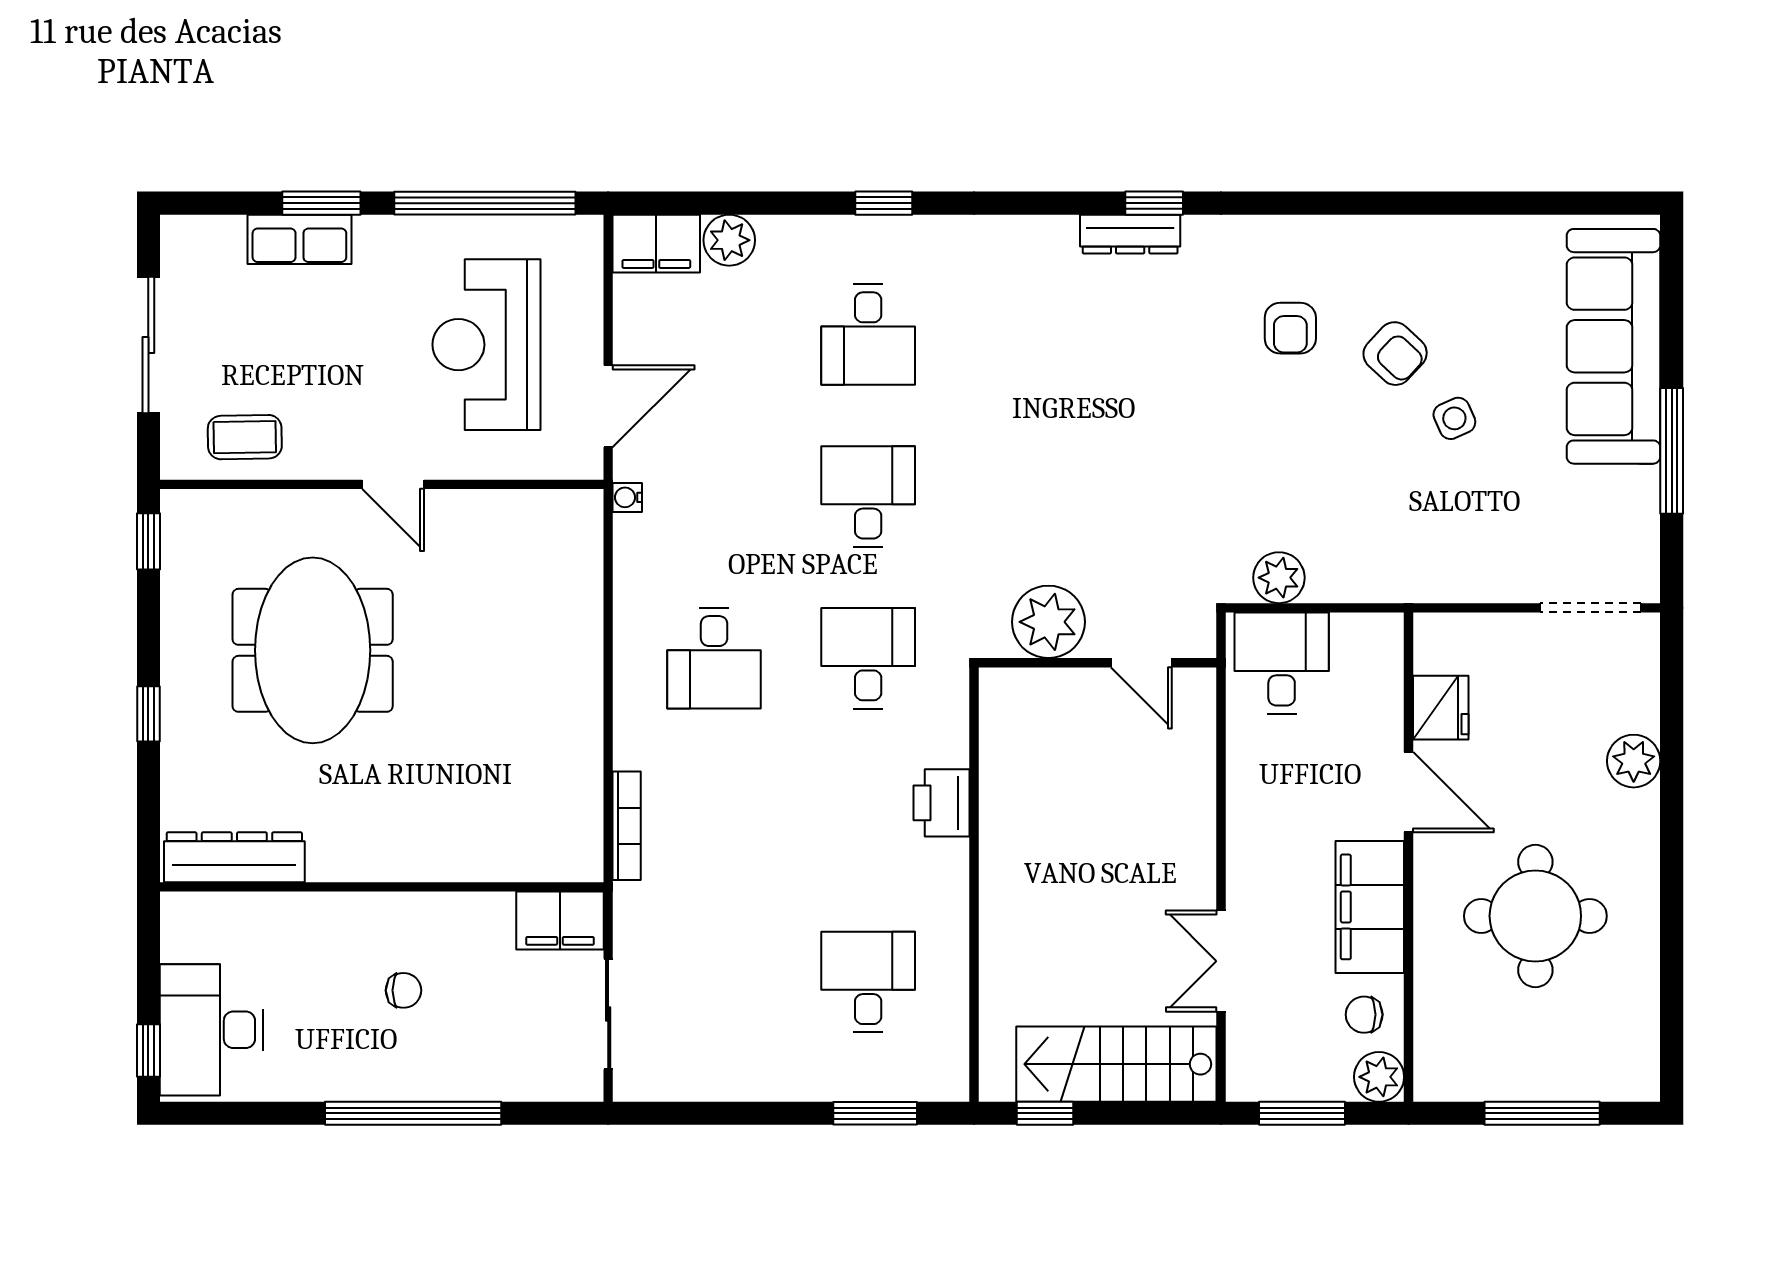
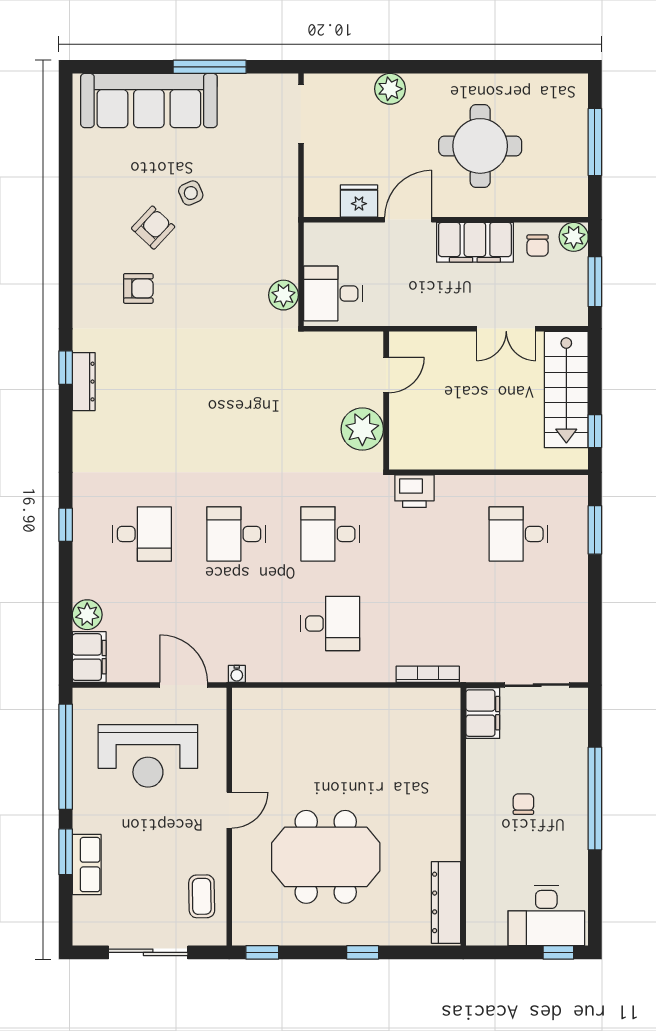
plant: (1048, 622) -> (362, 429), moved
wall: (1098, 663) -> (386, 401), moved
door: (1141, 663) -> (386, 375), moved

